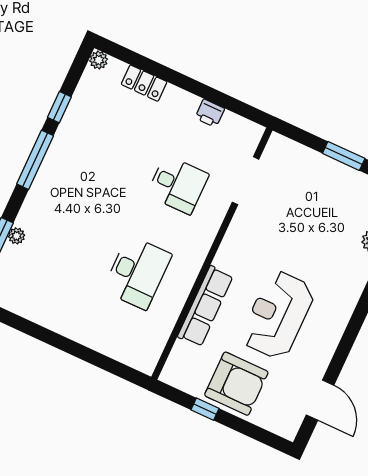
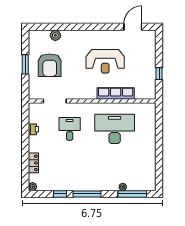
desk: (137, 272) -> (115, 129), width x1.36, depth x1.30
armchair: (236, 384) -> (50, 65), moved, turned 180

